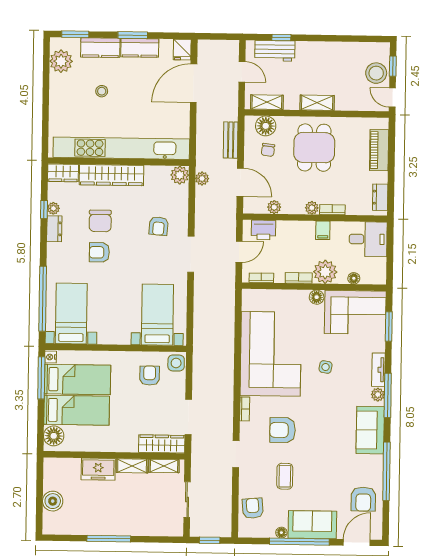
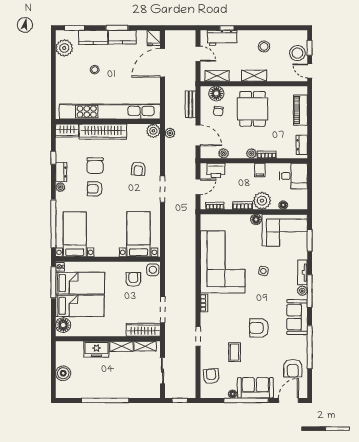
stool: (331, 63) -> (264, 46), added
plant: (53, 208) -> (60, 187), moved
armchair: (283, 430) -> (259, 328), moved
window: (109, 539) -> (105, 400), width x1.46

